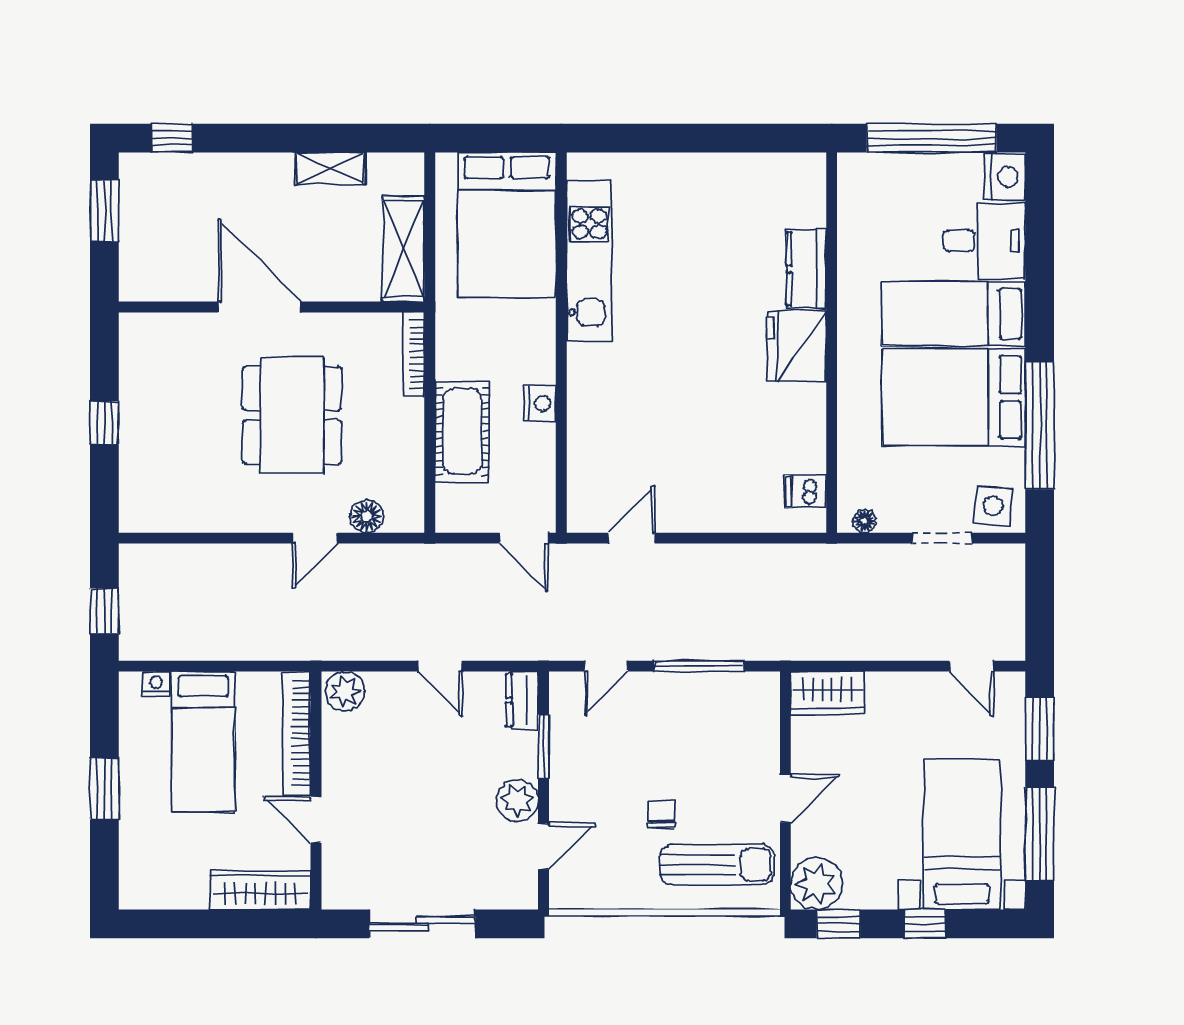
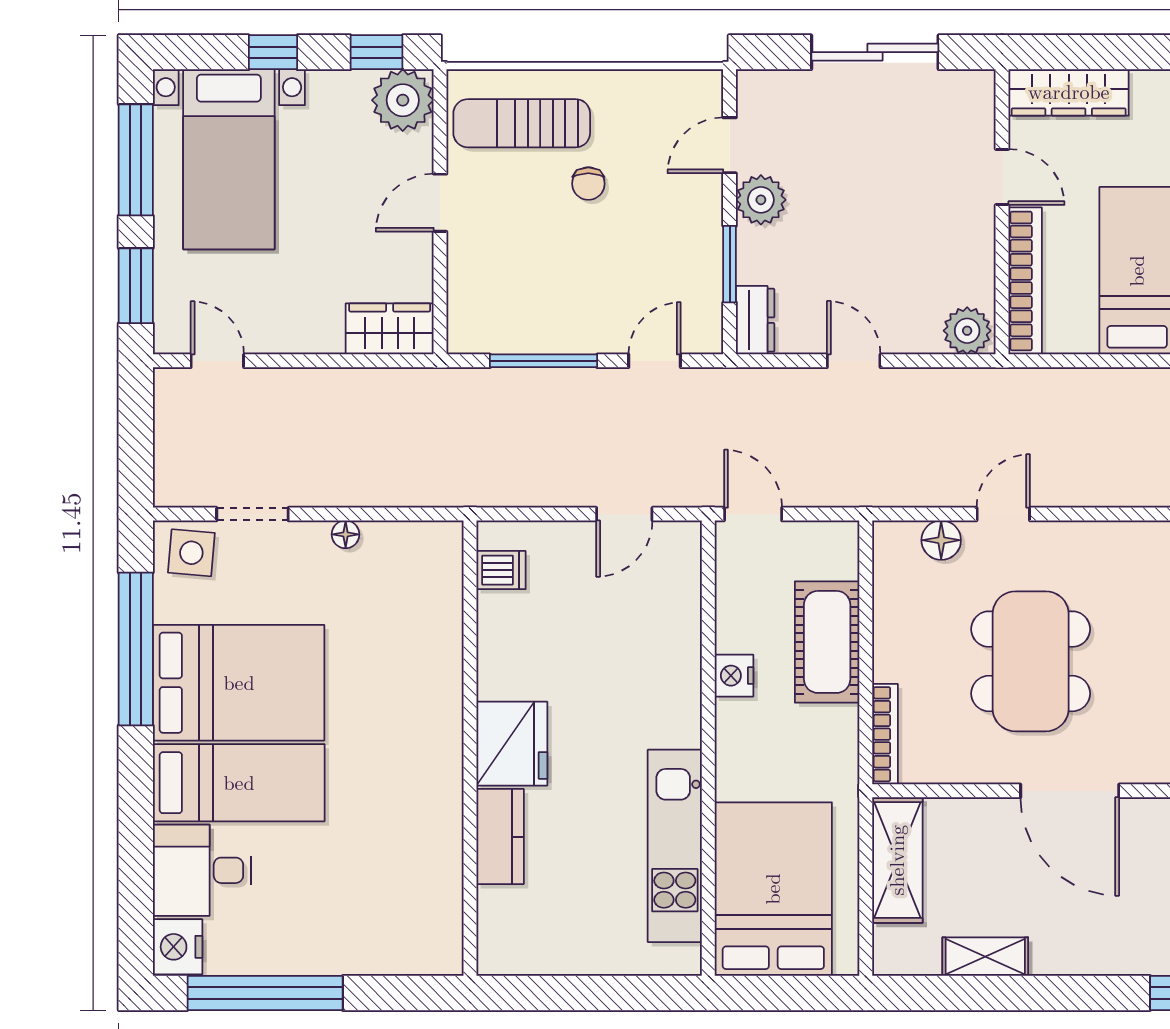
kitchen counter: (806, 269) -> (500, 837), moved
wall: (832, 343) -> (470, 748), moved
fridge: (797, 346) -> (512, 744), moved
dishwasher: (806, 491) -> (501, 570), moved

